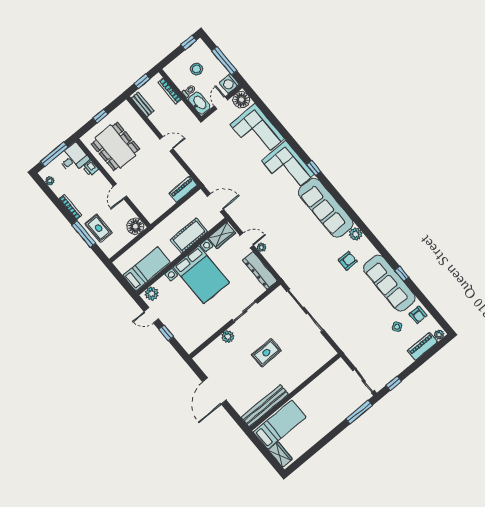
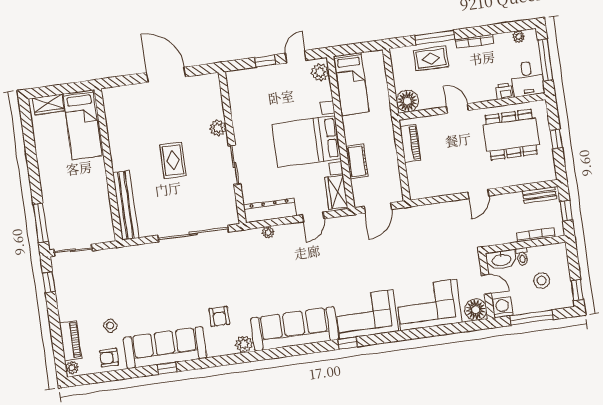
piano: (183, 189) -> (410, 143), moved
cot: (189, 236) -> (357, 161), width x0.73, depth x0.75
plant: (261, 247) -> (268, 232), moved
bench: (265, 406) -> (126, 205), moved

